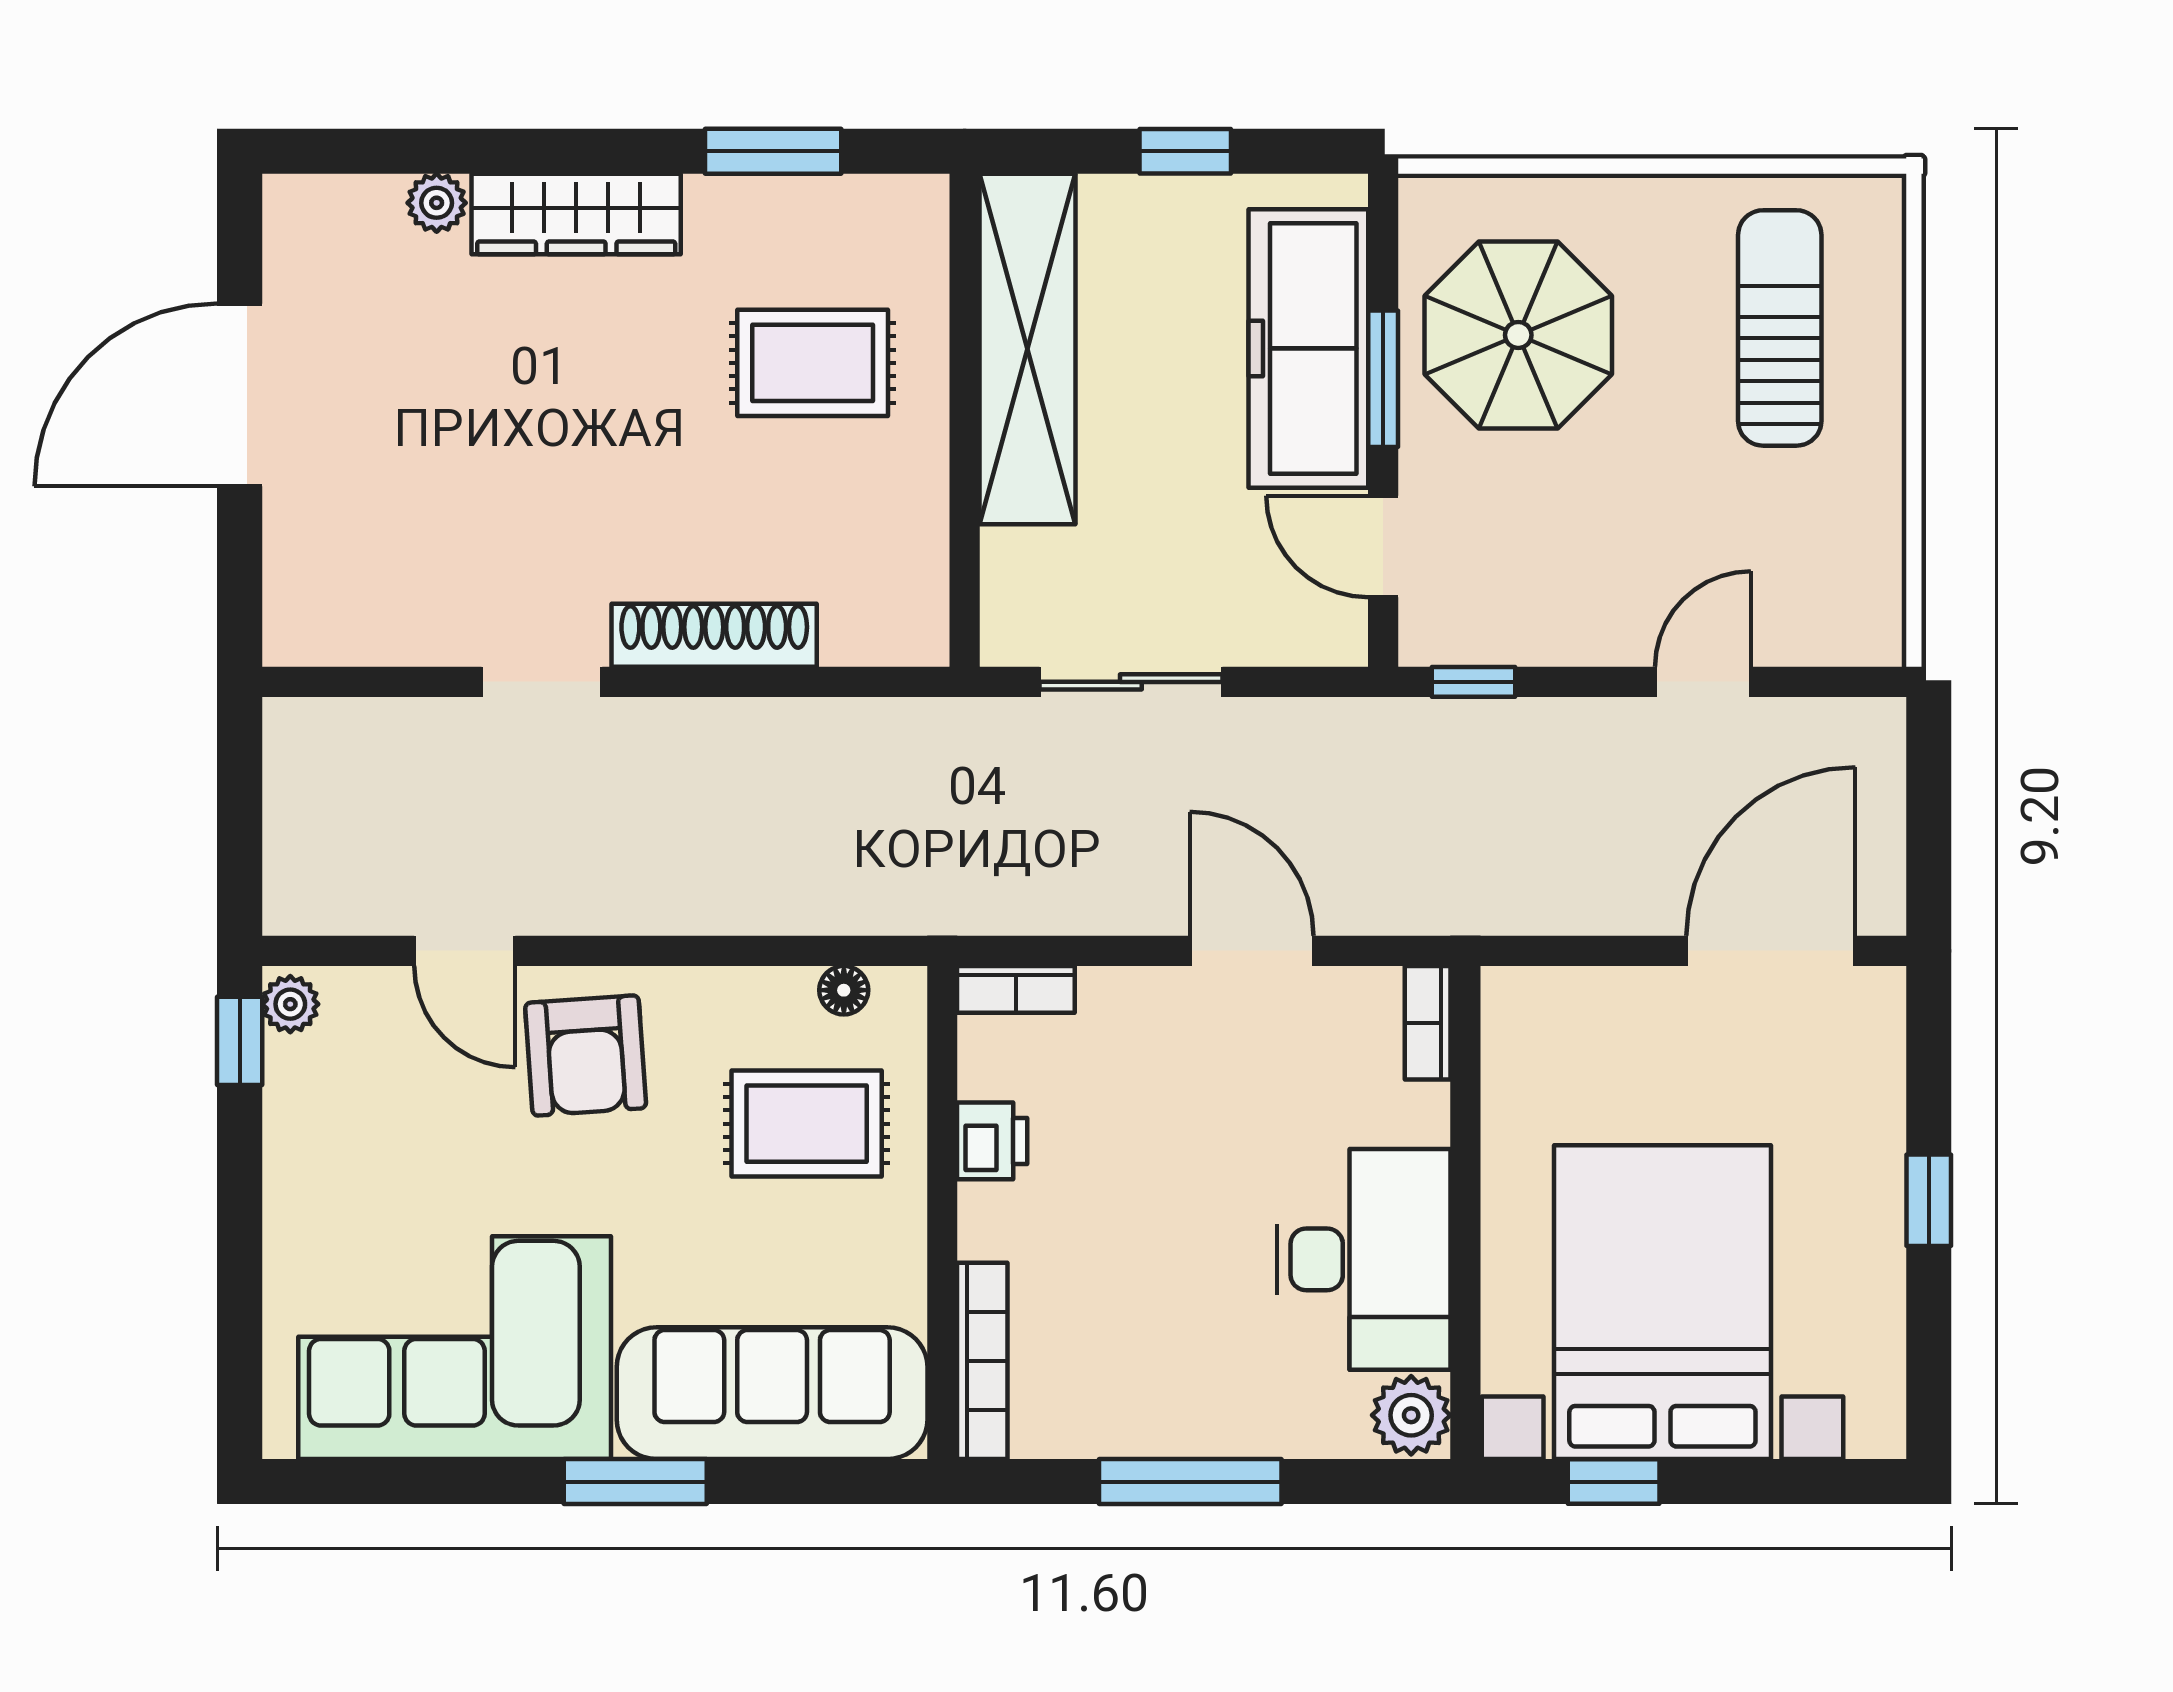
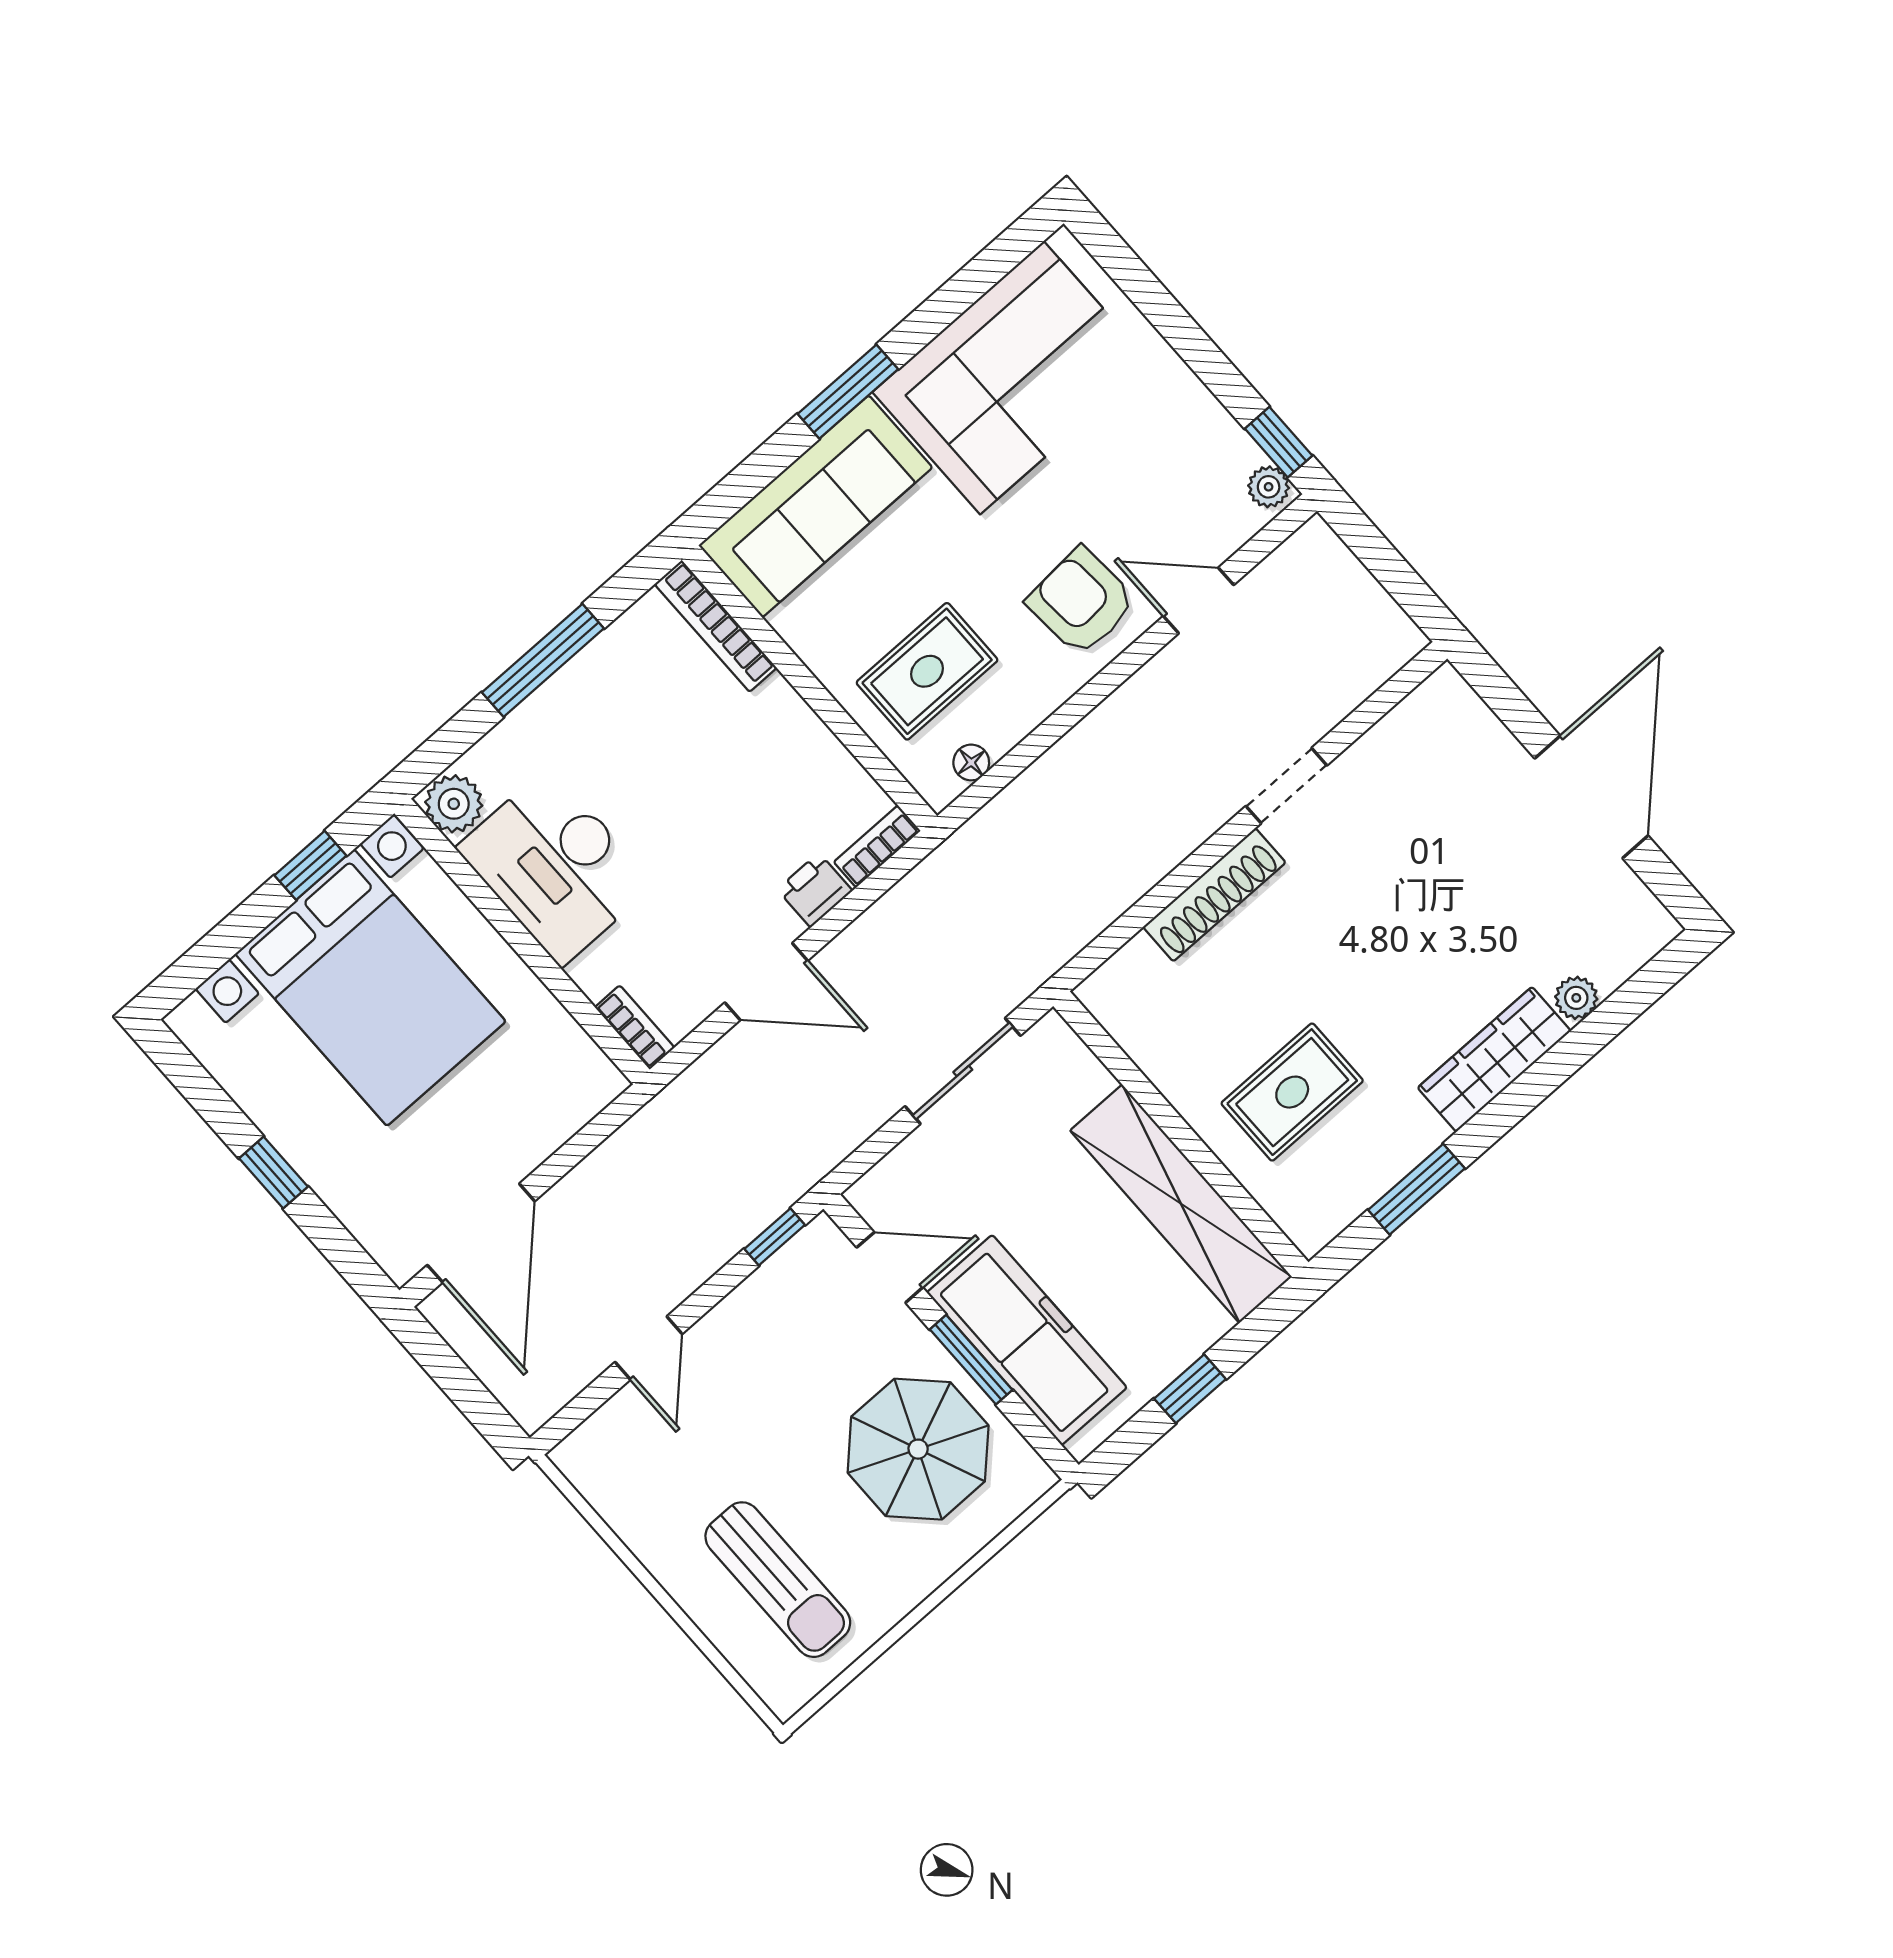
printer: (992, 1141) -> (815, 890), moved, turned 90

